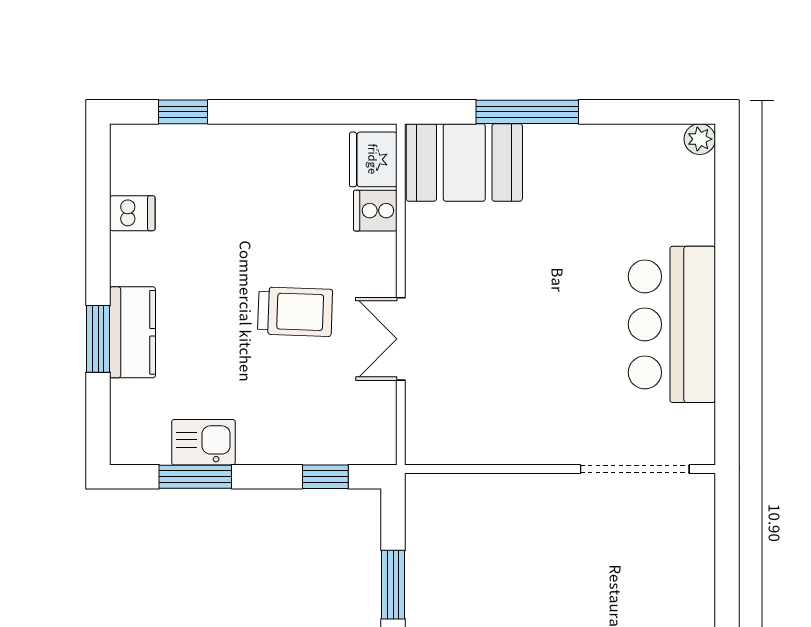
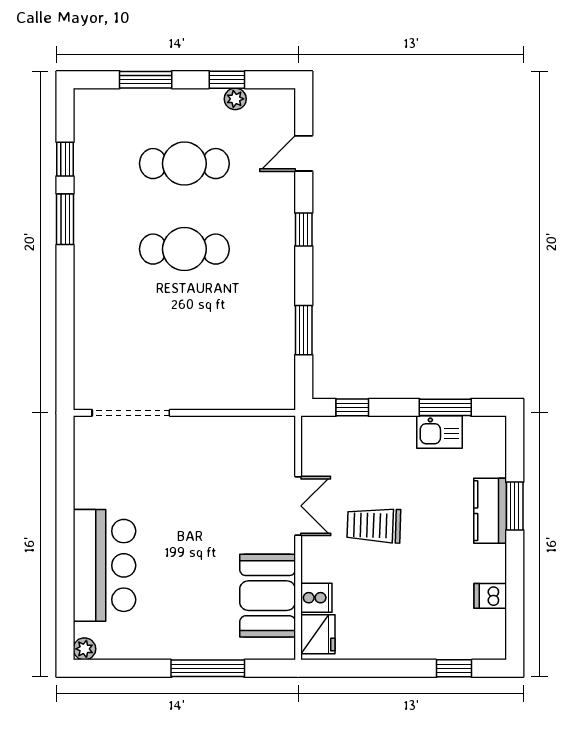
booth: (464, 162) -> (268, 596), moved, turned 90
bar counter: (672, 324) -> (104, 565), moved

